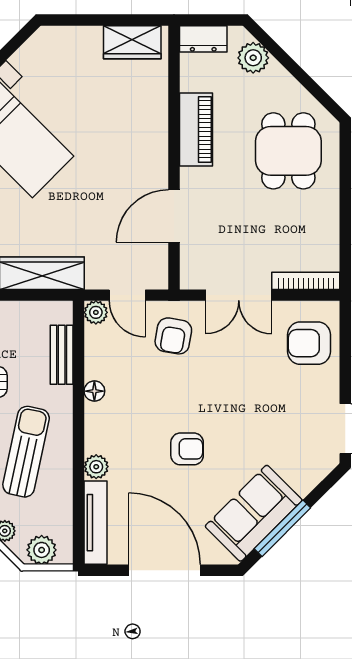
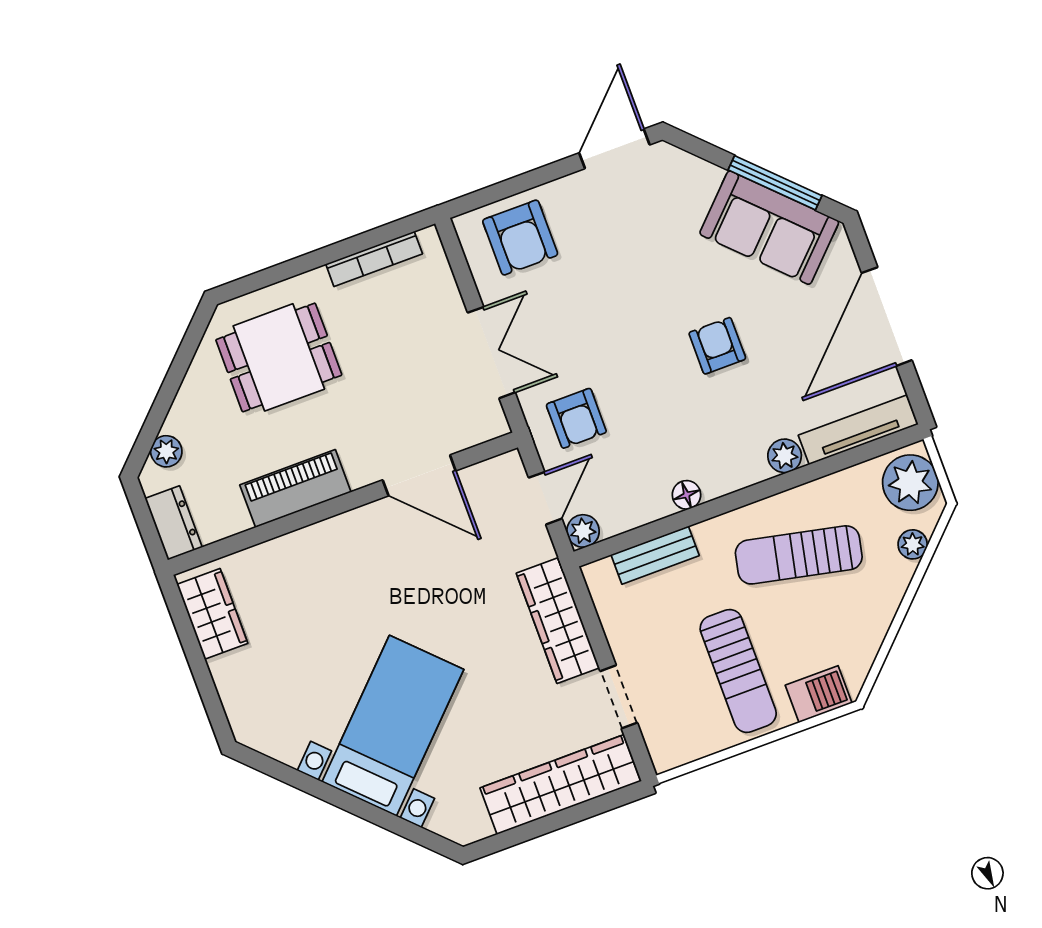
plant: (253, 58) -> (166, 451), width x0.73, depth x0.73
bookcase: (306, 281) -> (374, 259), moved, turned -90
armchair: (173, 336) -> (576, 418), turned 80
plant: (42, 550) -> (910, 483), width x1.36, depth x1.36

